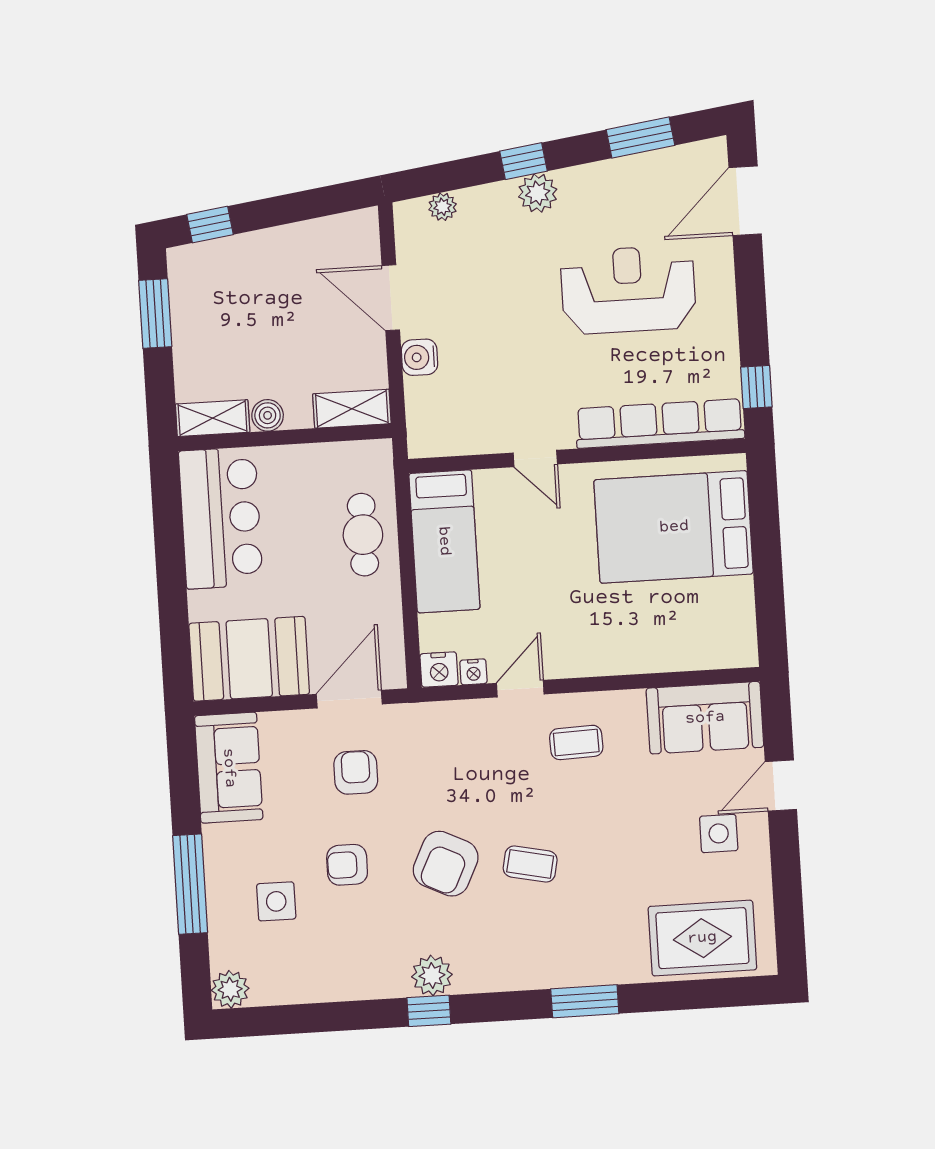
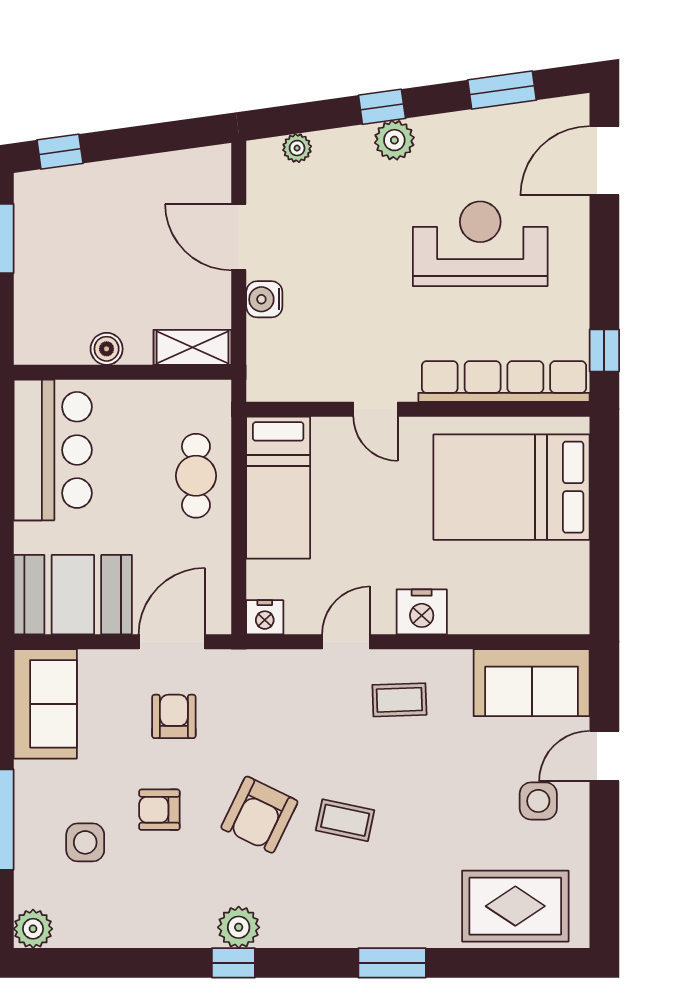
shelving: (213, 418) -> (51, 348), removed
nightstand: (473, 672) -> (422, 612), moved, width x1.89, depth x1.79

